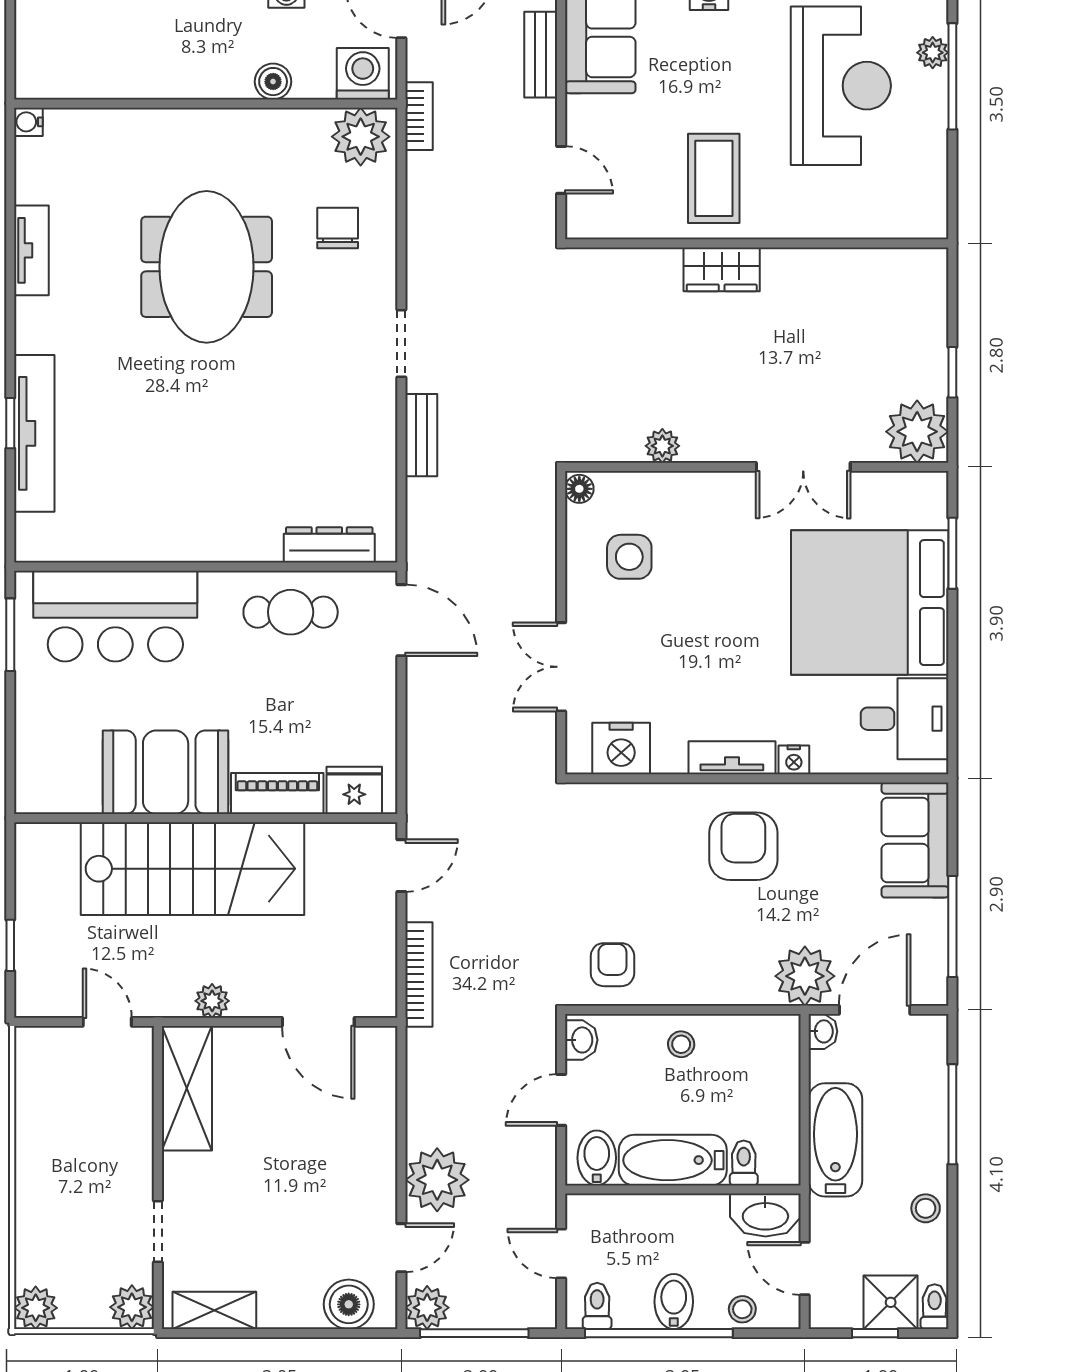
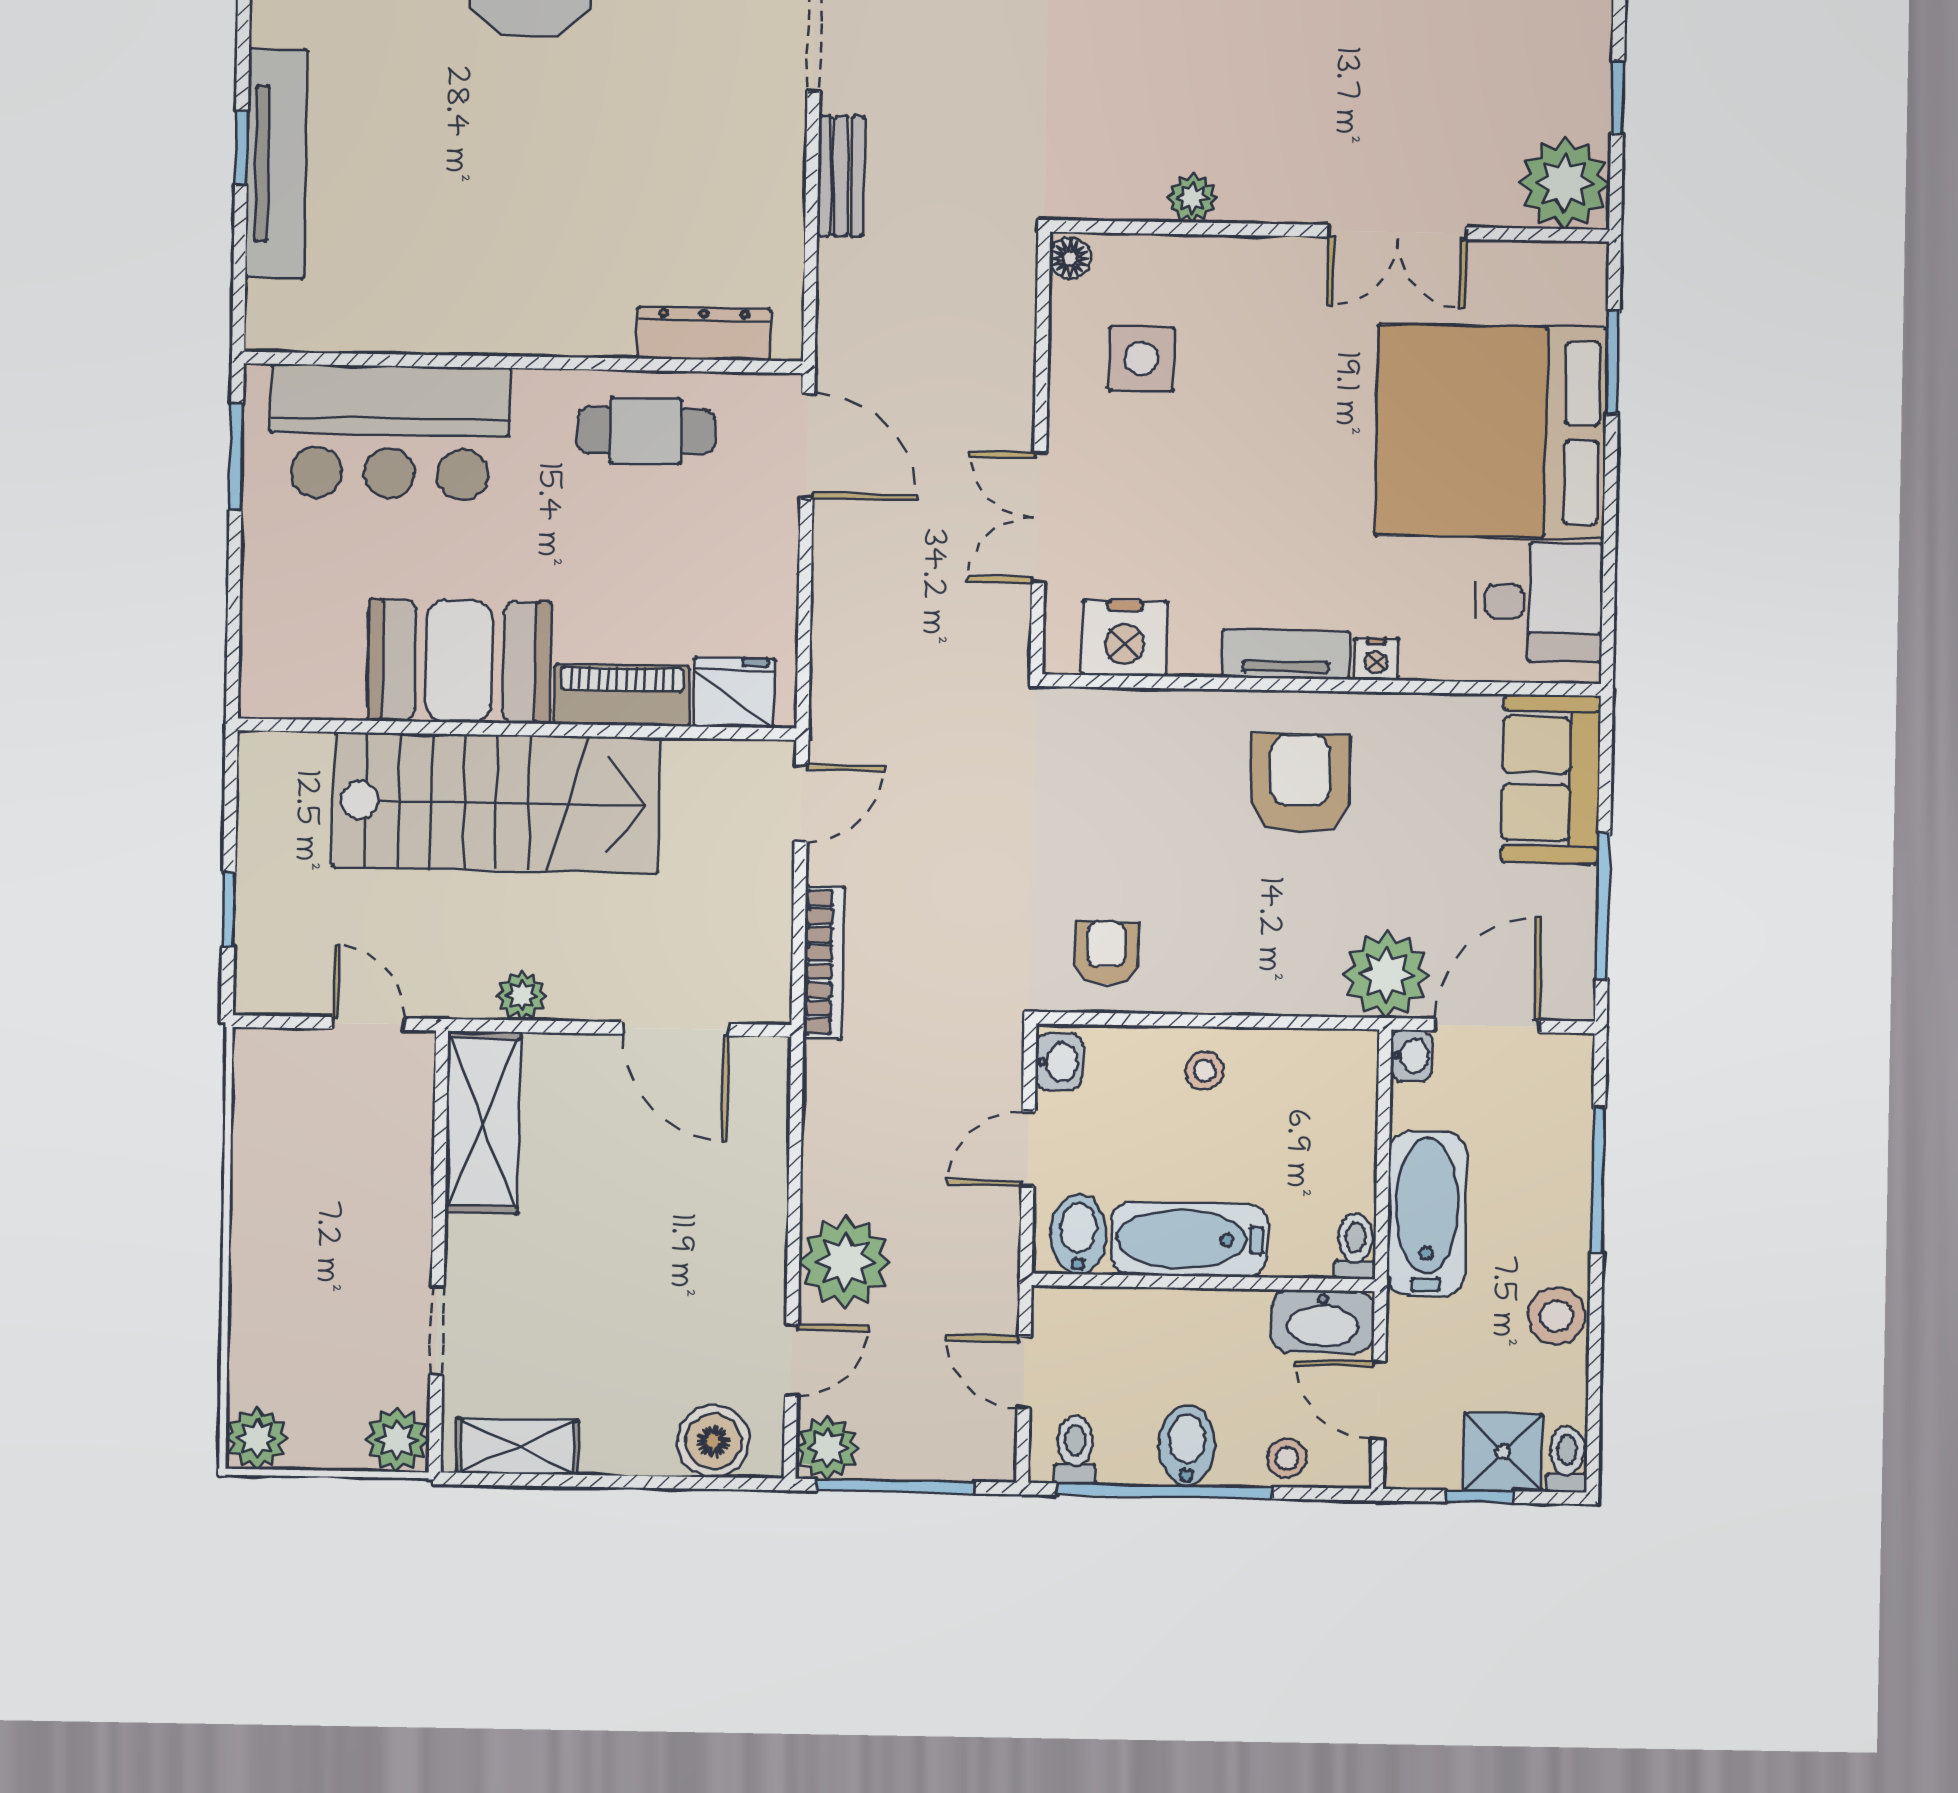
toilet: (744, 1163) -> (1355, 1246), moved
stool: (926, 1208) -> (1556, 1316), width x1.37, depth x1.37

